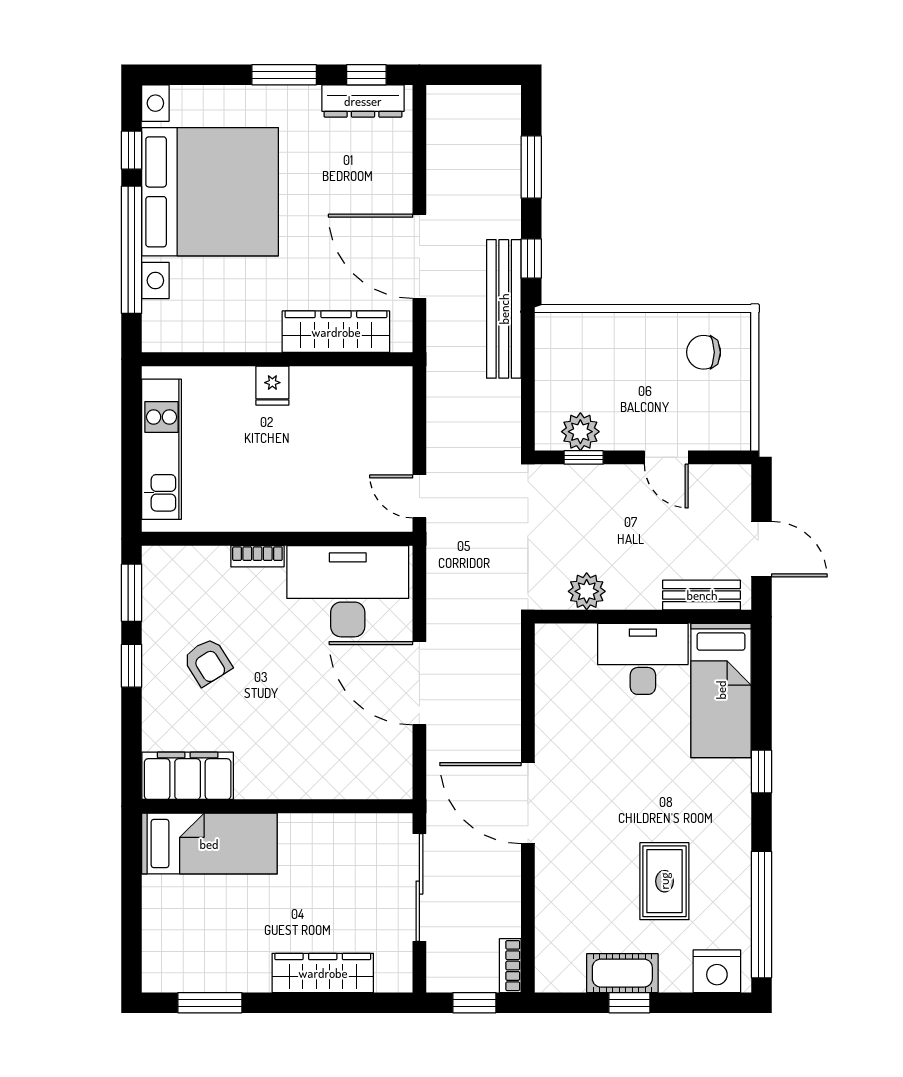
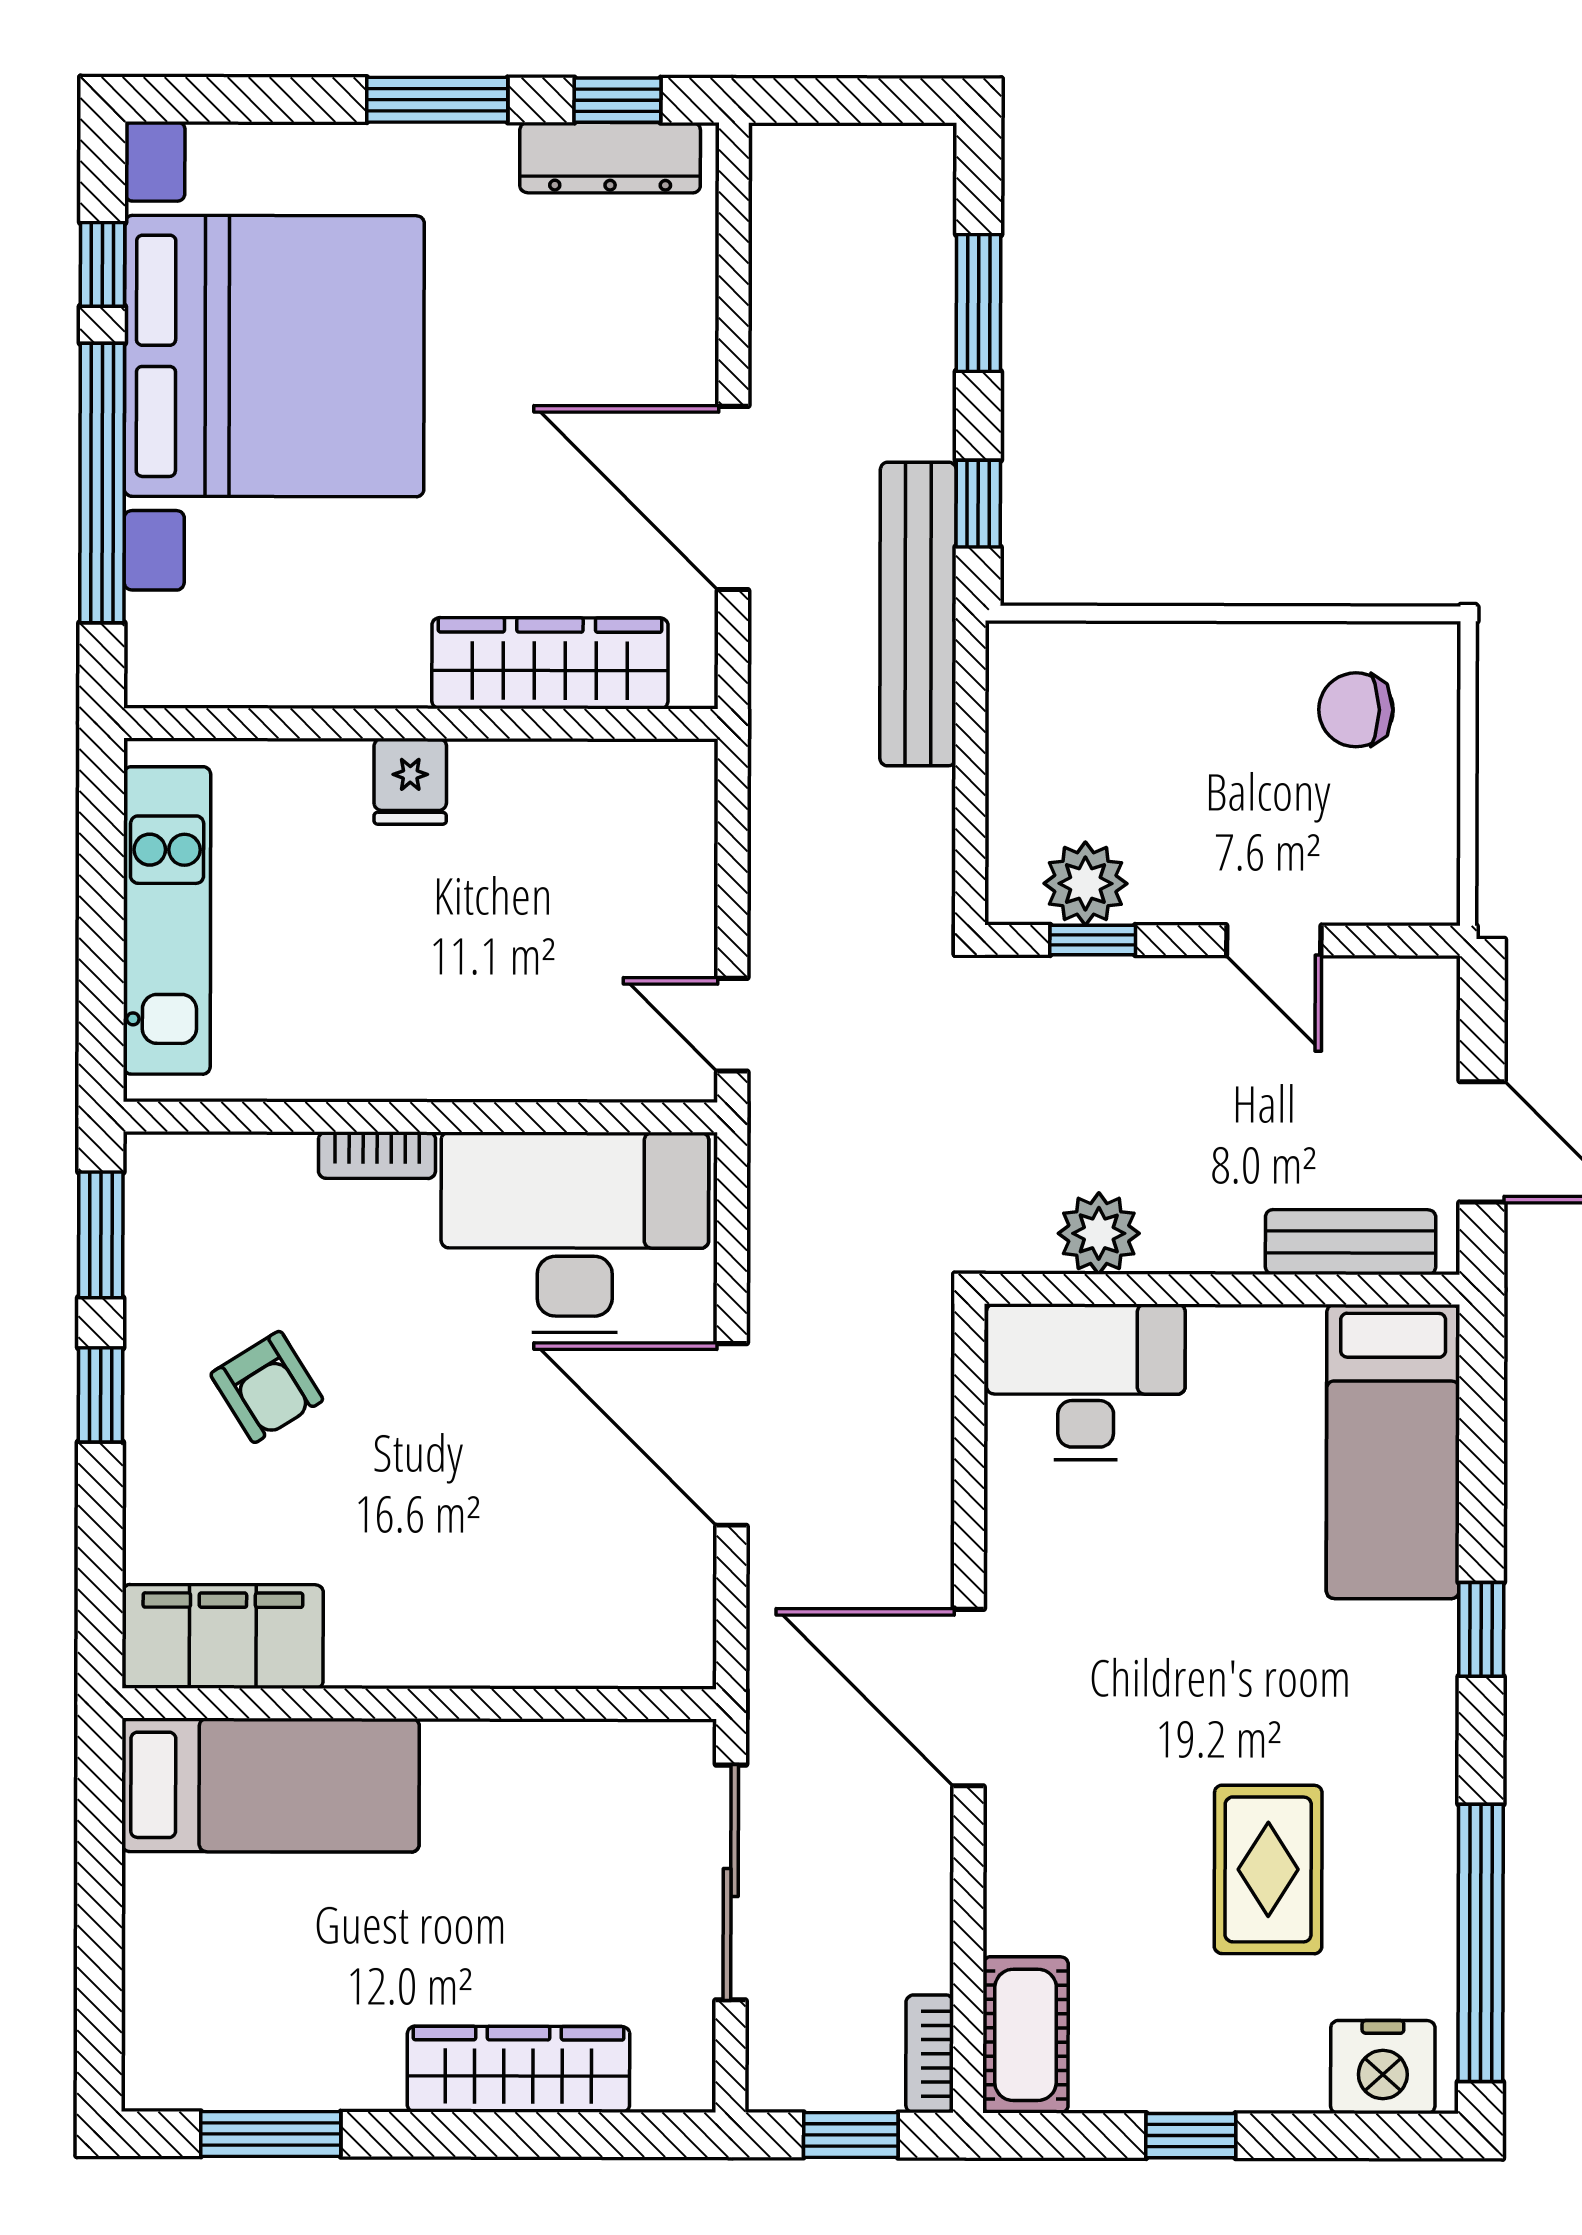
desk: (643, 659) -> (1086, 1382), moved
cot: (622, 973) -> (1026, 2035), moved, turned 90

